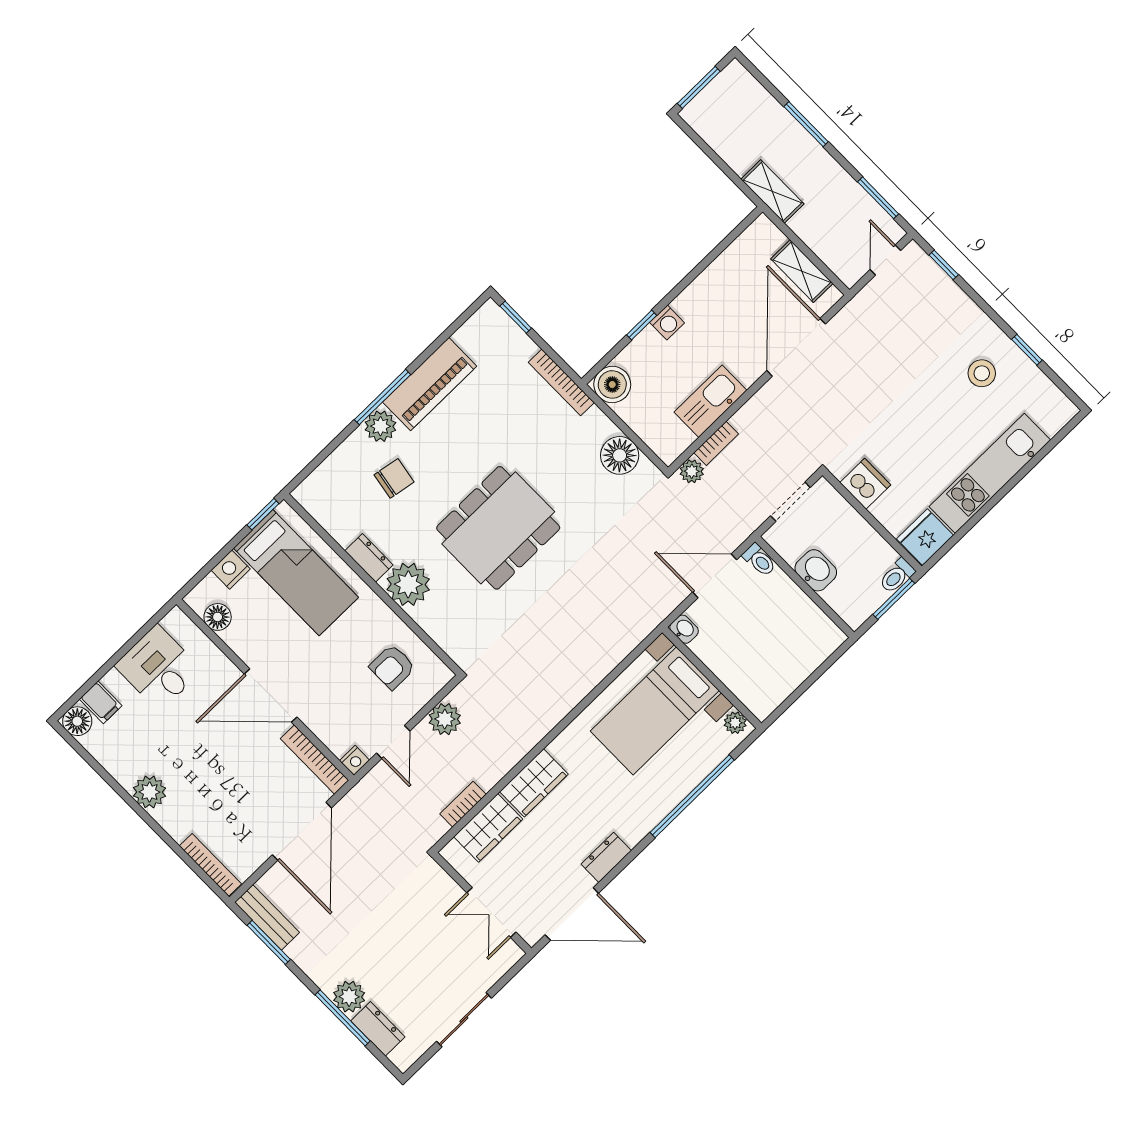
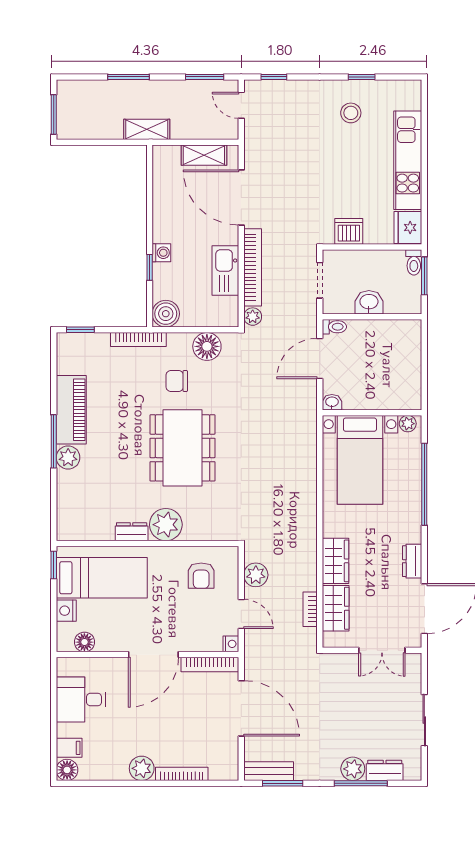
bookcase: (716, 443) -> (253, 267), width x2.31, depth x1.31
chair: (394, 478) -> (177, 381), moved, turned -100
bookcase: (210, 865) -> (182, 774), moved

